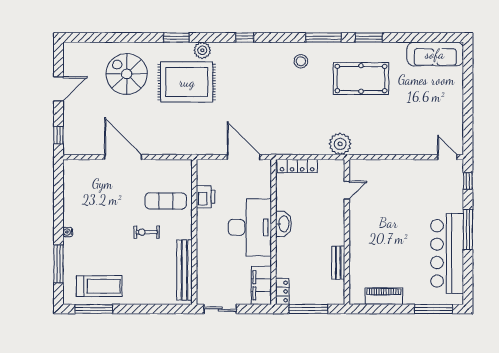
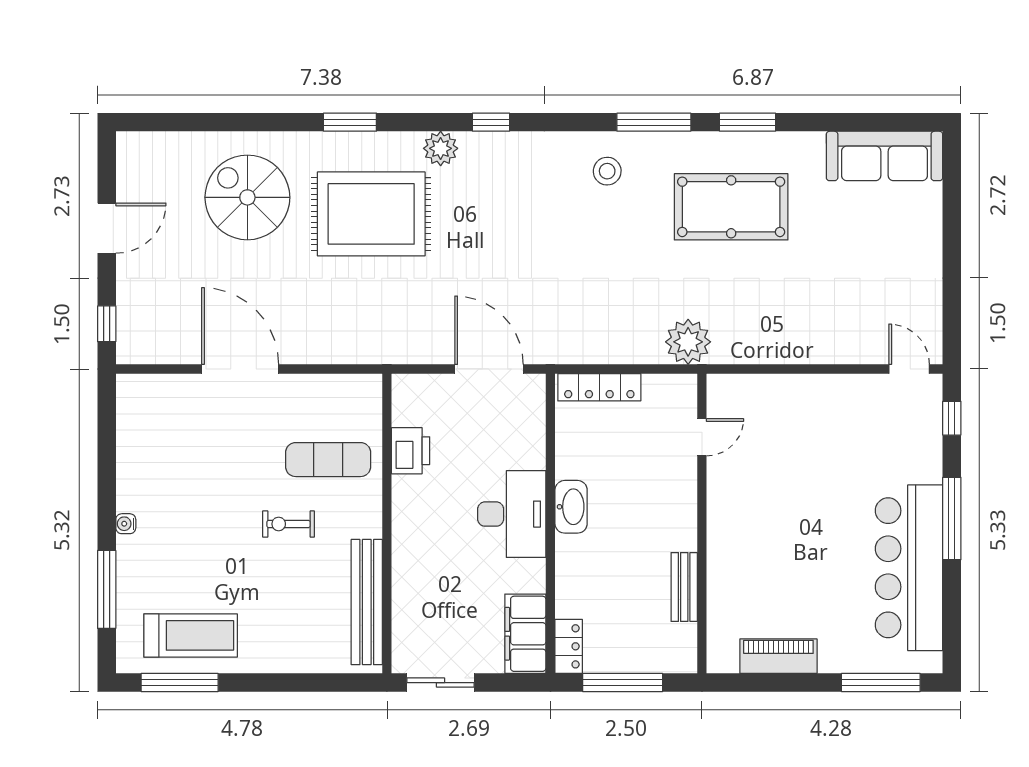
plant: (202, 50) -> (441, 148), moved
desk: (250, 227) -> (512, 514), width x0.73, depth x0.77

